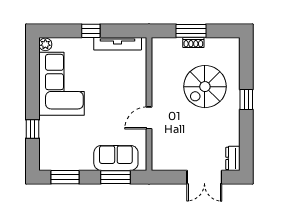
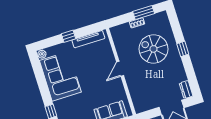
window: (191, 31) -> (144, 13), moved
spiral stairs: (205, 87) -> (153, 49), turned 90
door: (149, 118) -> (120, 69), moved

